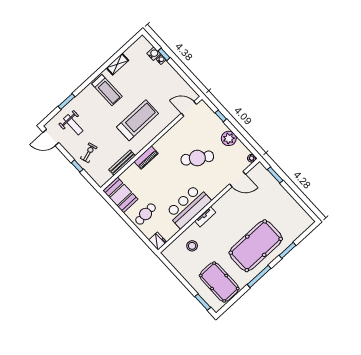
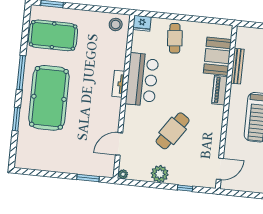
booth: (120, 195) -> (217, 56), moved, turned 90
stool: (192, 246) -> (116, 24), moved

